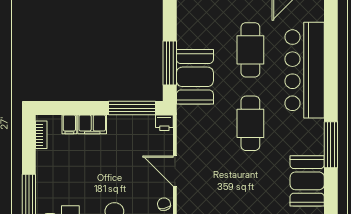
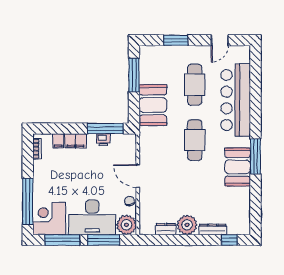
window: (170, 63) -> (134, 75), moved
printer: (164, 123) -> (103, 140), moved
booth: (307, 181) -> (238, 167), moved

